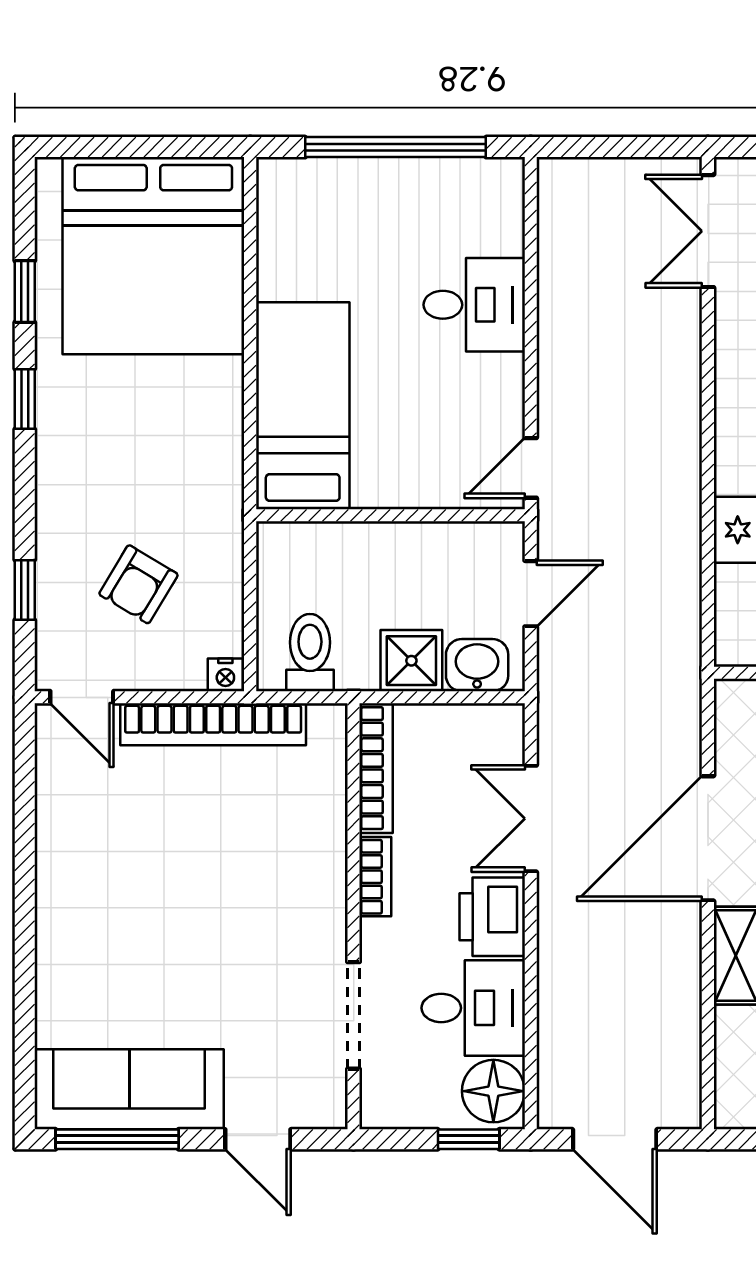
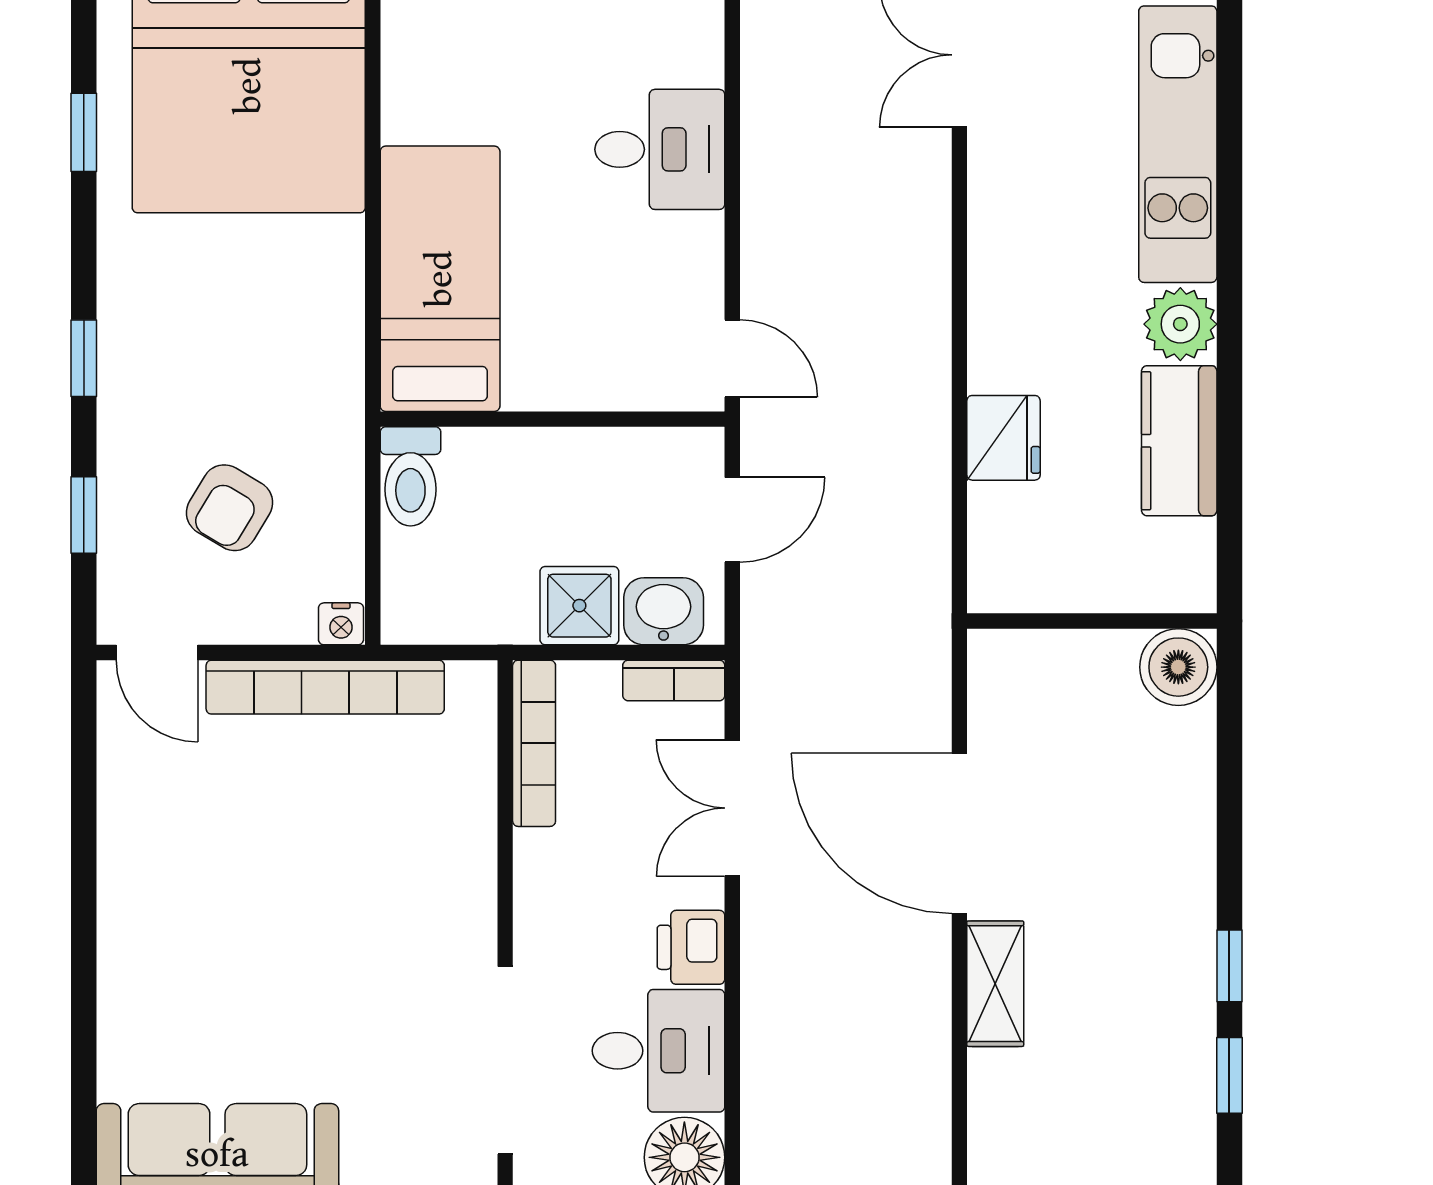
window: (25, 399) -> (84, 358), moved
door: (531, 468) -> (732, 358), swing flipped
toilet: (310, 653) -> (410, 476), moved, turned 180
door: (708, 838) -> (959, 833), hinge flipped
bookcase: (375, 877) -> (674, 680), moved, turned 90
printer: (492, 917) -> (691, 947), width x0.73, depth x0.81
doorway: (354, 1015) -> (505, 1060), width x1.36

